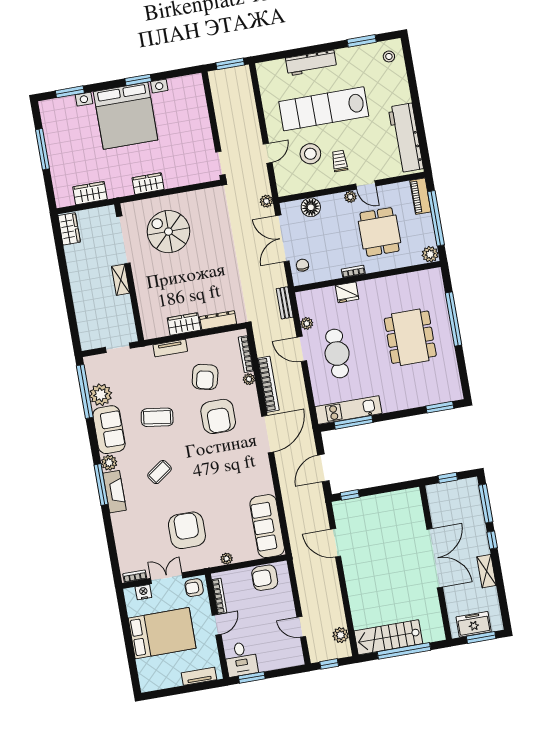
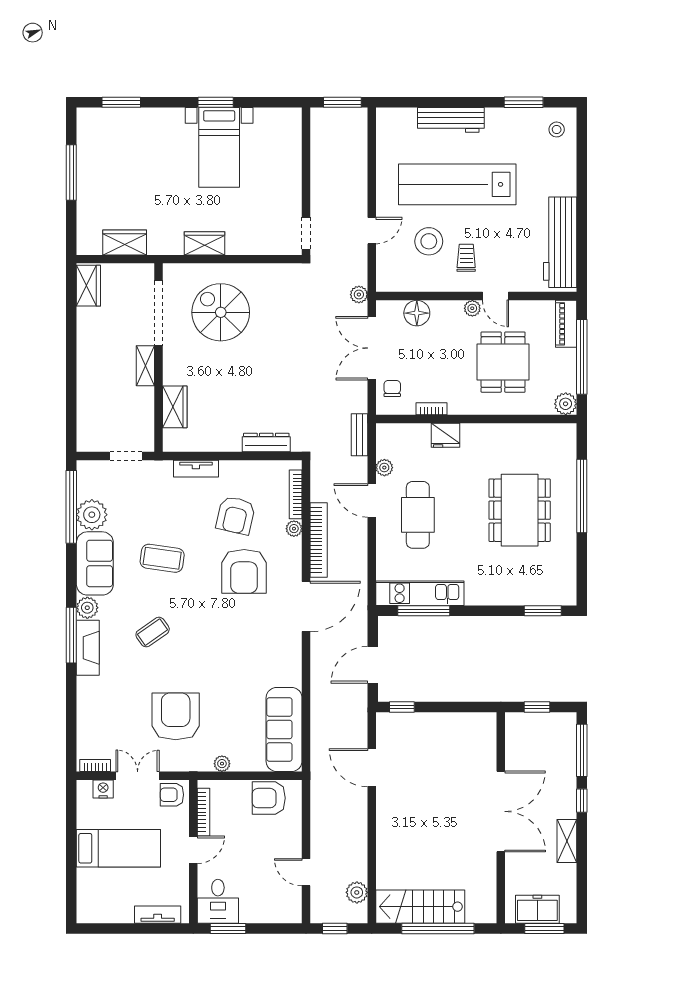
bed with nightstands: (126, 116) -> (219, 147), width x0.54
bookcase: (353, 271) -> (432, 409), moved
wardrobe: (184, 324) -> (175, 407), moved, turned 90
bed: (162, 633) -> (118, 848), width x0.67

